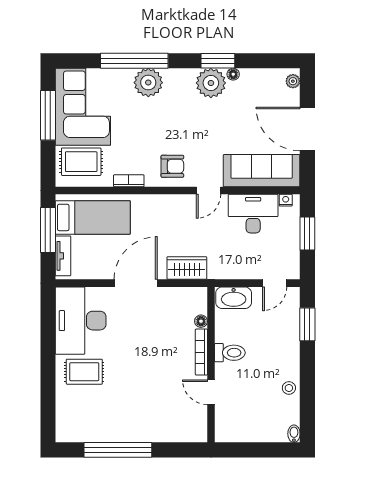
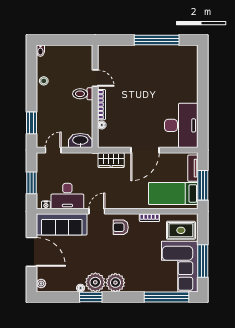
window: (134, 61) -> (167, 297), moved
plant: (148, 83) -> (115, 283), moved
toilet: (230, 353) -> (83, 94), moved
rug: (84, 372) -> (179, 92), removed

